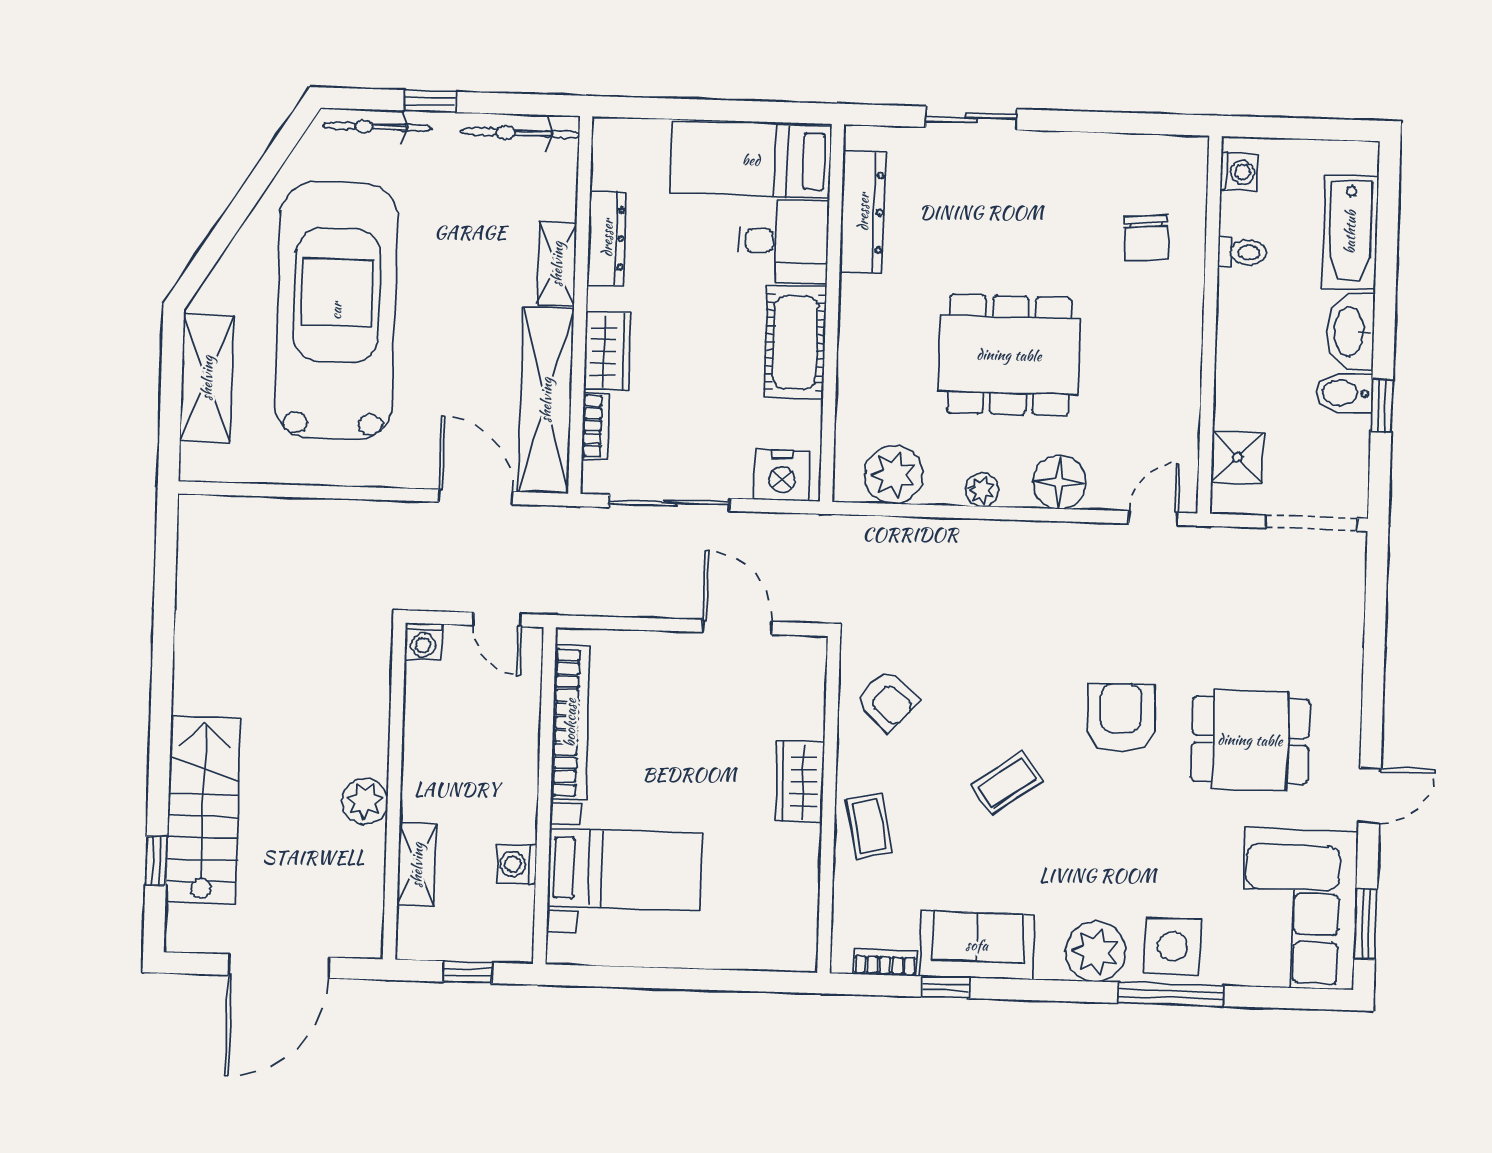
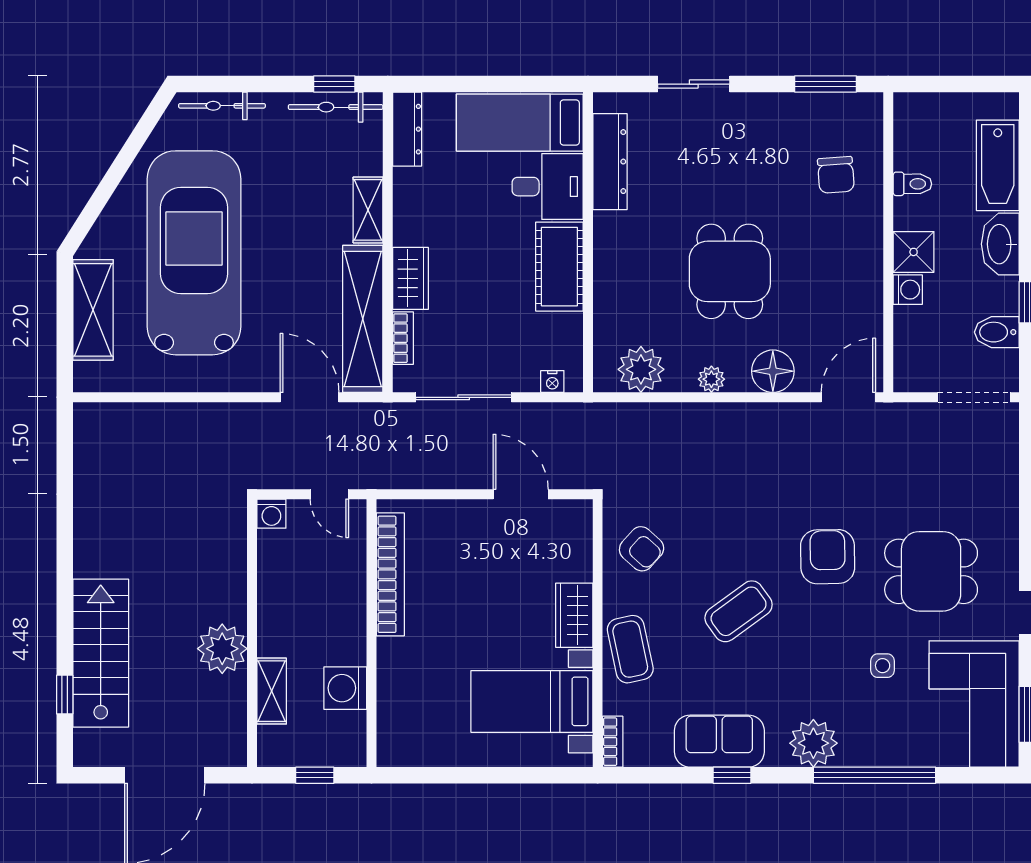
window: (430, 101) -> (334, 84), moved
window: (1137, 123) -> (826, 84), added
washing machine: (1239, 172) -> (908, 290), moved
dresser: (607, 238) -> (407, 129), moved
dining table: (1009, 355) -> (730, 271), width x0.73
bidet: (1344, 393) -> (997, 332), moved
shower: (1237, 457) -> (914, 252), moved
nightstand: (782, 476) -> (552, 382), width x0.53, depth x0.56
door: (1153, 518) -> (848, 397), width x1.38
coffee table: (1007, 783) -> (739, 611), width x1.36, depth x1.30
plant: (365, 801) -> (222, 649), width x1.36, depth x1.36
coffee table: (869, 826) -> (630, 649), width x1.36, depth x1.30
washing machine: (517, 864) -> (345, 688), width x1.38, depth x1.38
bed with nightstands: (625, 870) -> (532, 701), moved, turned 180
side table: (1173, 946) -> (883, 666), moved, width x0.54, depth x0.54
bookcase: (885, 962) -> (613, 742), moved, turned 90
window: (945, 987) -> (732, 775), moved
window: (1171, 994) -> (875, 775), width x1.46

